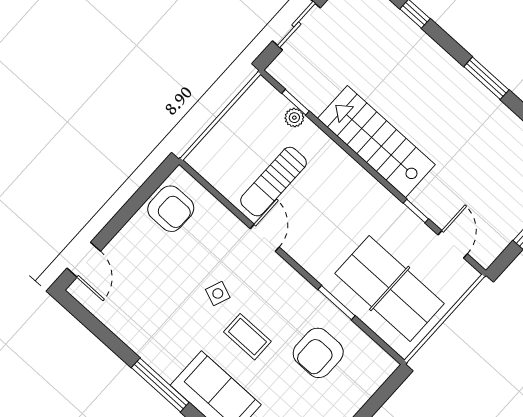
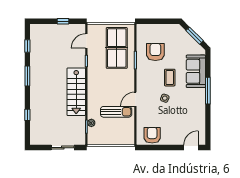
armchair: (318, 353) -> (155, 52), turned -90

